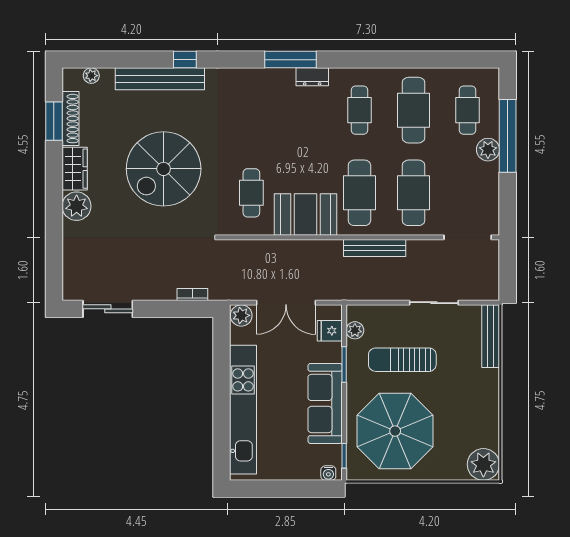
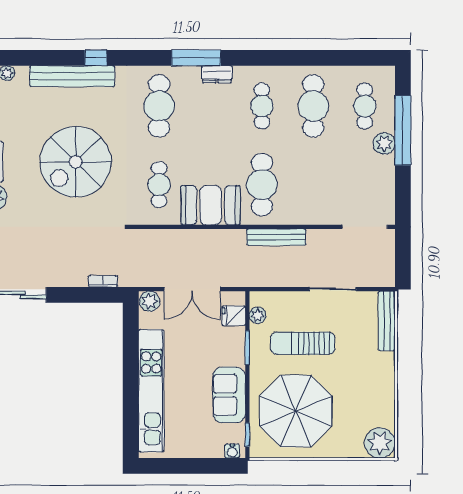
cafe table: (414, 193) -> (159, 106), moved
sofa: (325, 403) -> (229, 395), width x0.73

